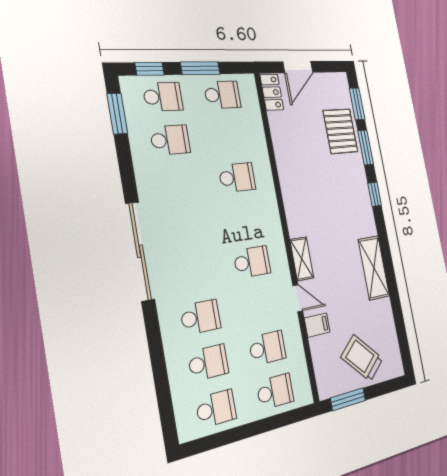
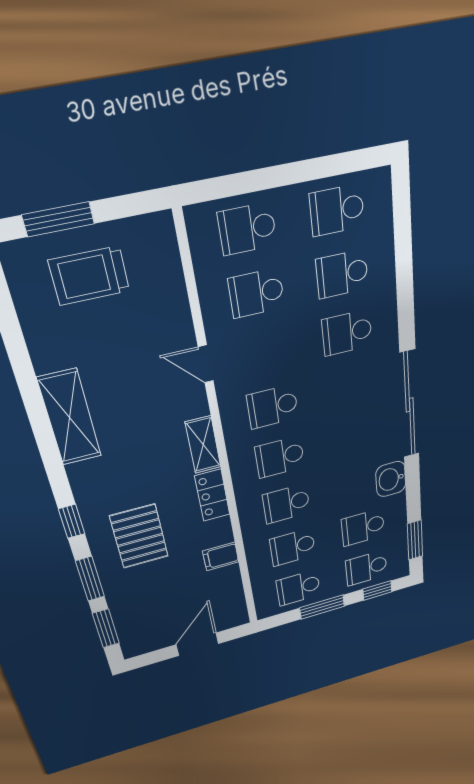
locker: (272, 92) -> (212, 495), moved
pallet: (340, 131) -> (139, 536), moved
school desk: (230, 136) -> (293, 547), added
washbasin: (149, 183) -> (391, 479), added
school desk: (245, 219) -> (280, 457), added
shelving: (302, 259) -> (203, 445), moved
filing cabinet: (317, 325) -> (221, 556), moved
trolley: (362, 358) -> (89, 276), turned 133
window: (348, 399) -> (58, 219), moved

